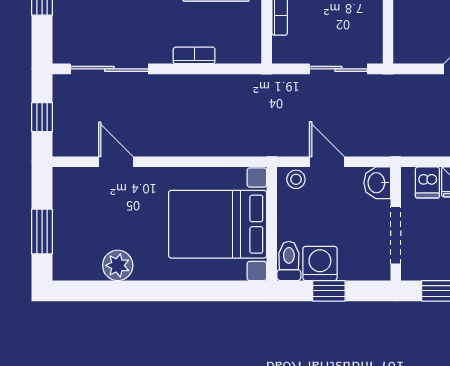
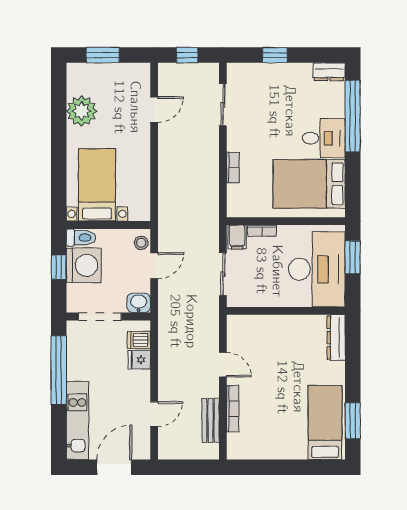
filing cabinet: (288, 50) -> (237, 237), added
sliding door: (109, 69) -> (223, 105), width x0.73
bed with nightstands: (218, 224) -> (97, 185), width x0.73
washing machine: (320, 263) -> (84, 265), width x1.37, depth x1.37
plant: (118, 265) -> (82, 111), width x1.36, depth x1.36

